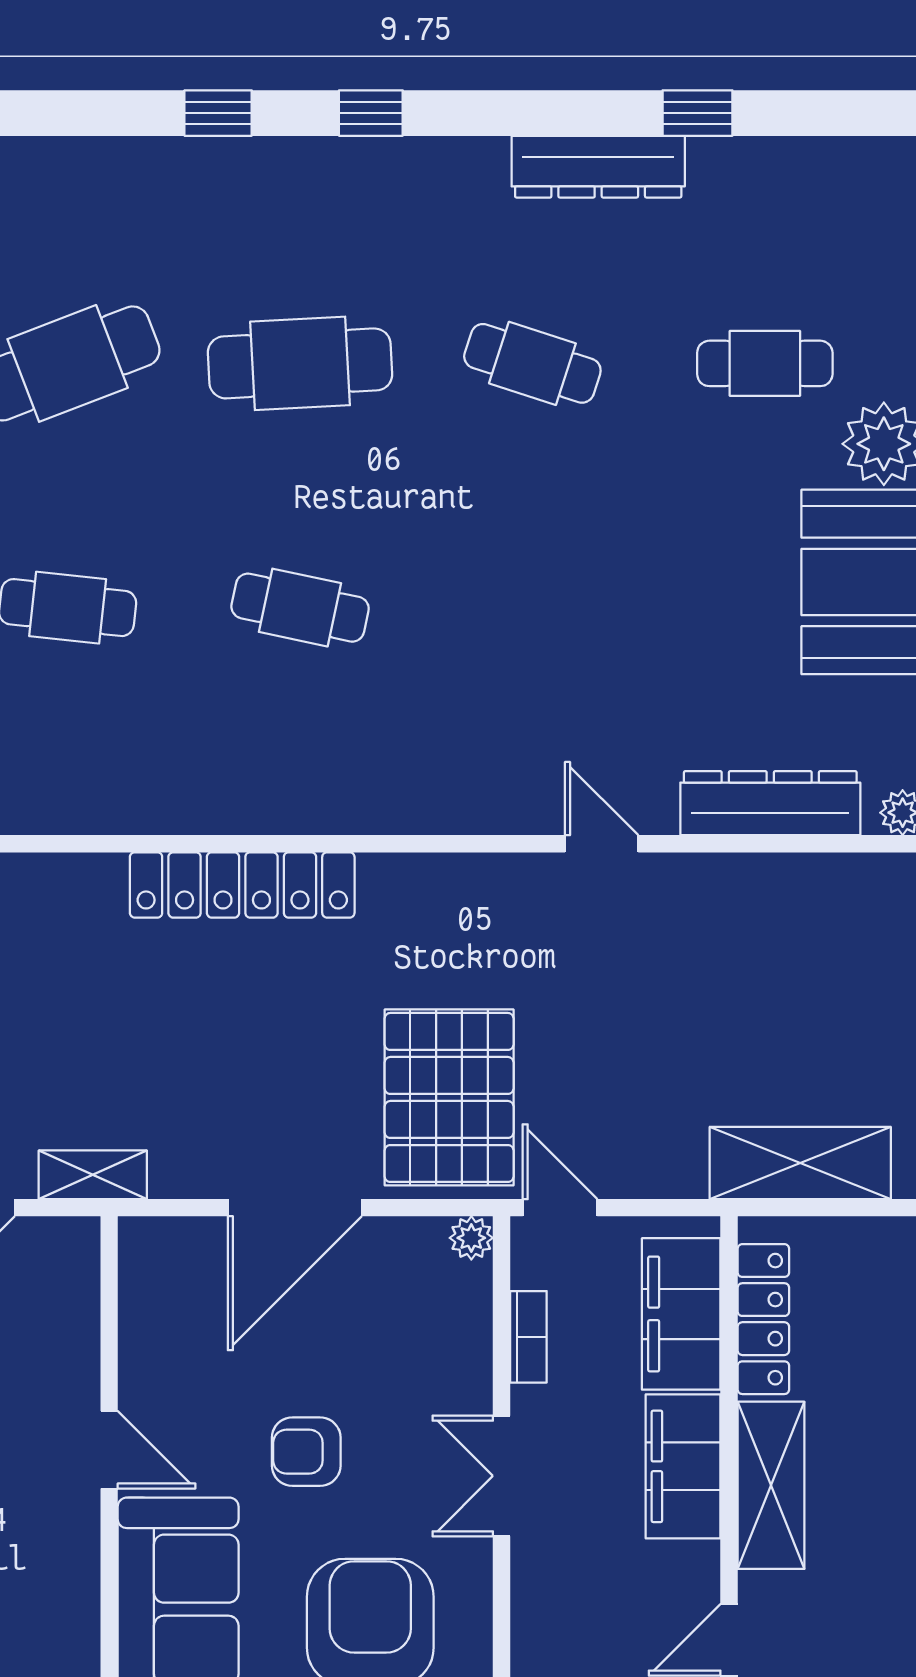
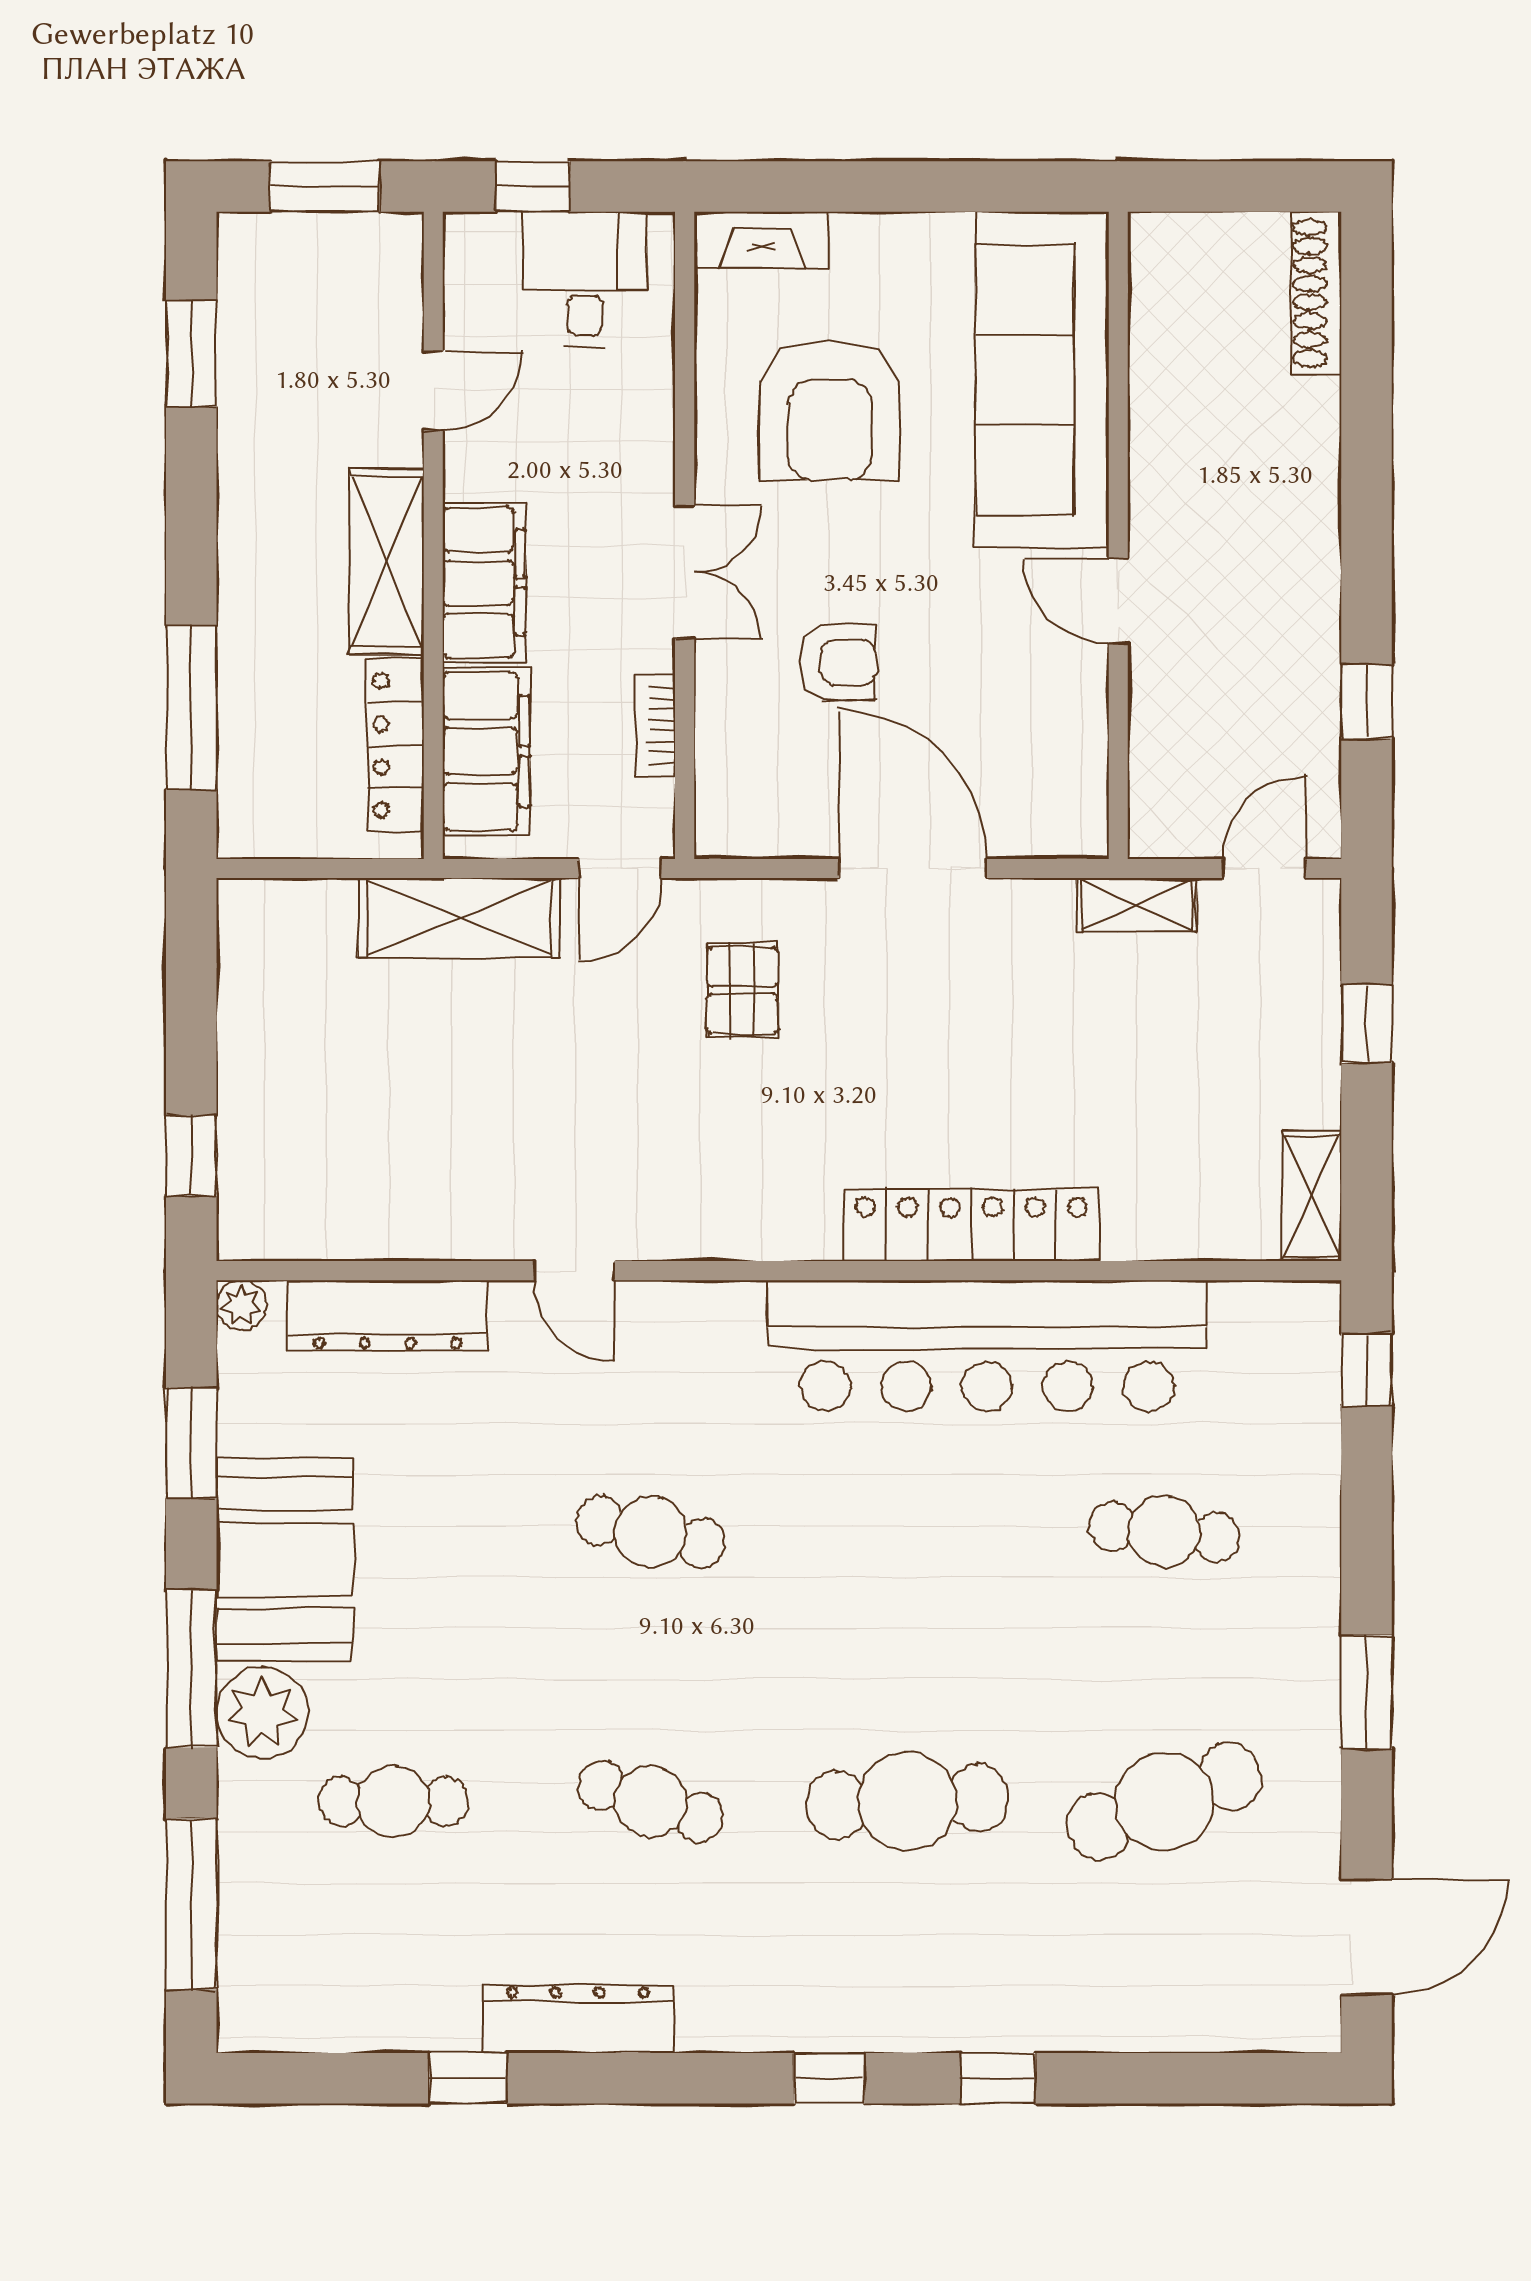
cafe table: (300, 608) -> (651, 1532), moved
bar counter: (228, 776) -> (987, 1346), added
pallet: (449, 1097) -> (743, 990), width x0.49, depth x0.50
shelving: (800, 1163) -> (459, 918), moved
door: (295, 1208) -> (913, 868), hinge flipped
door: (560, 1208) -> (620, 868), hinge flipped
plant: (471, 1238) -> (718, 835), removed
armchair: (306, 1452) -> (837, 662), moved

